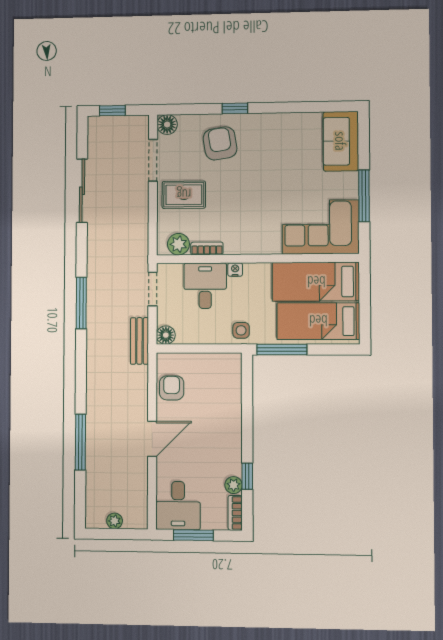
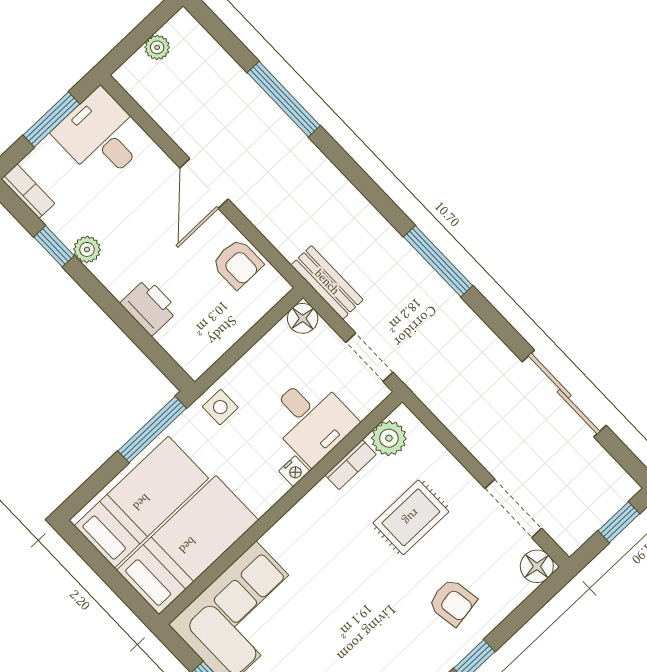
armchair: (220, 143) -> (452, 602), width x0.72, depth x0.72
rug: (184, 195) -> (411, 517), moved
printer: (230, 407) -> (149, 307), added
plant: (234, 485) -> (87, 249), moved

